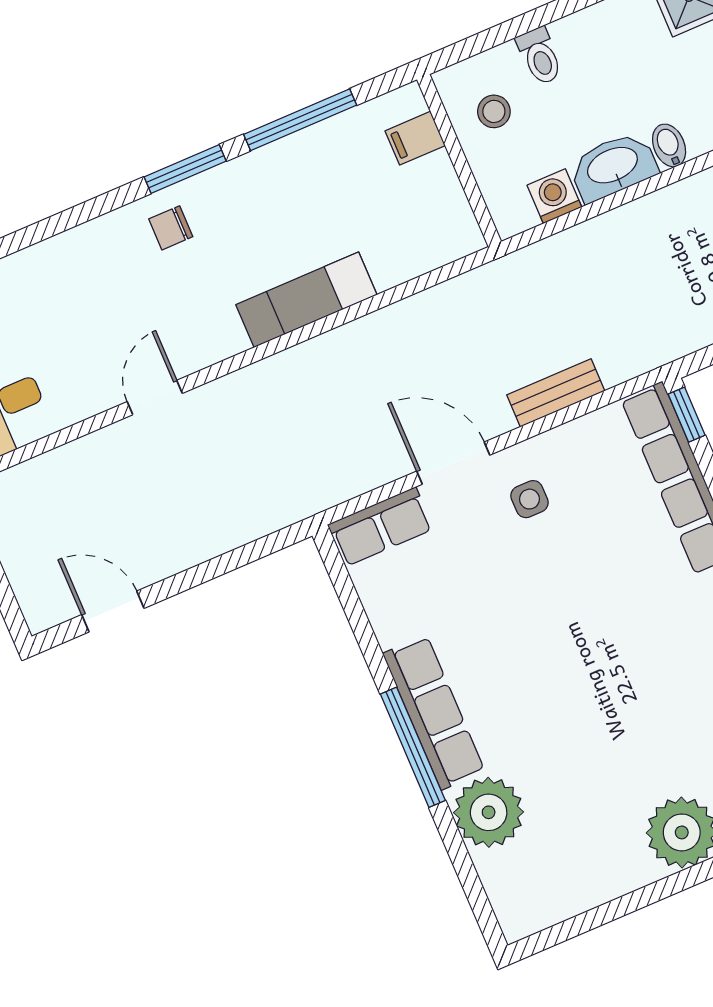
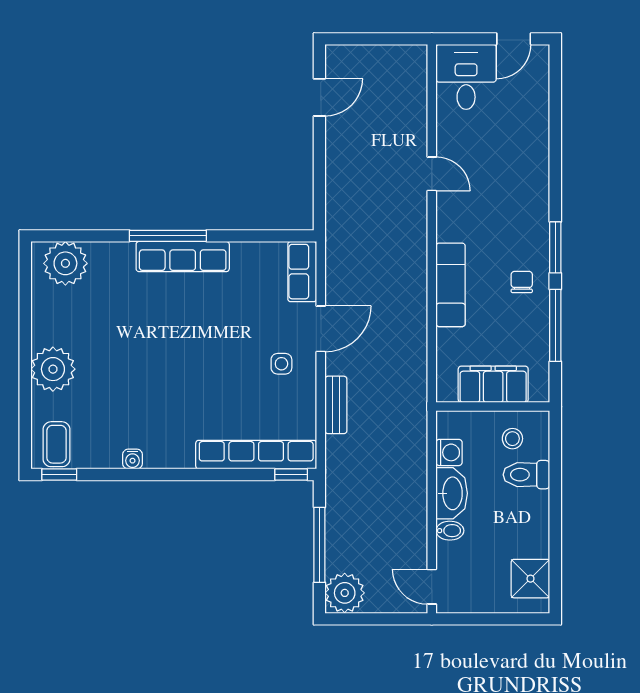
toilet: (540, 56) -> (526, 475), width x1.37, depth x1.39
filing cabinet: (415, 138) -> (493, 384), width x3.00, depth x1.17
chair: (171, 228) -> (522, 282), moved
plant: (489, 812) -> (65, 263), moved

